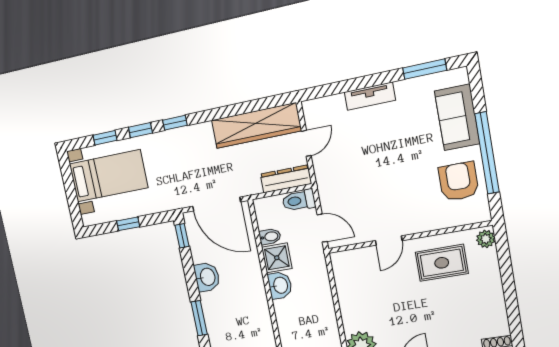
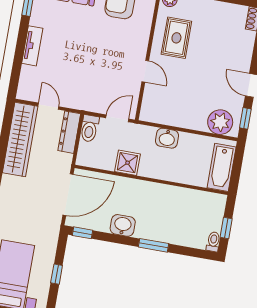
bidet: (270, 237) -> (109, 162), removed
washbasin: (280, 285) -> (167, 138), moved, turned 180

